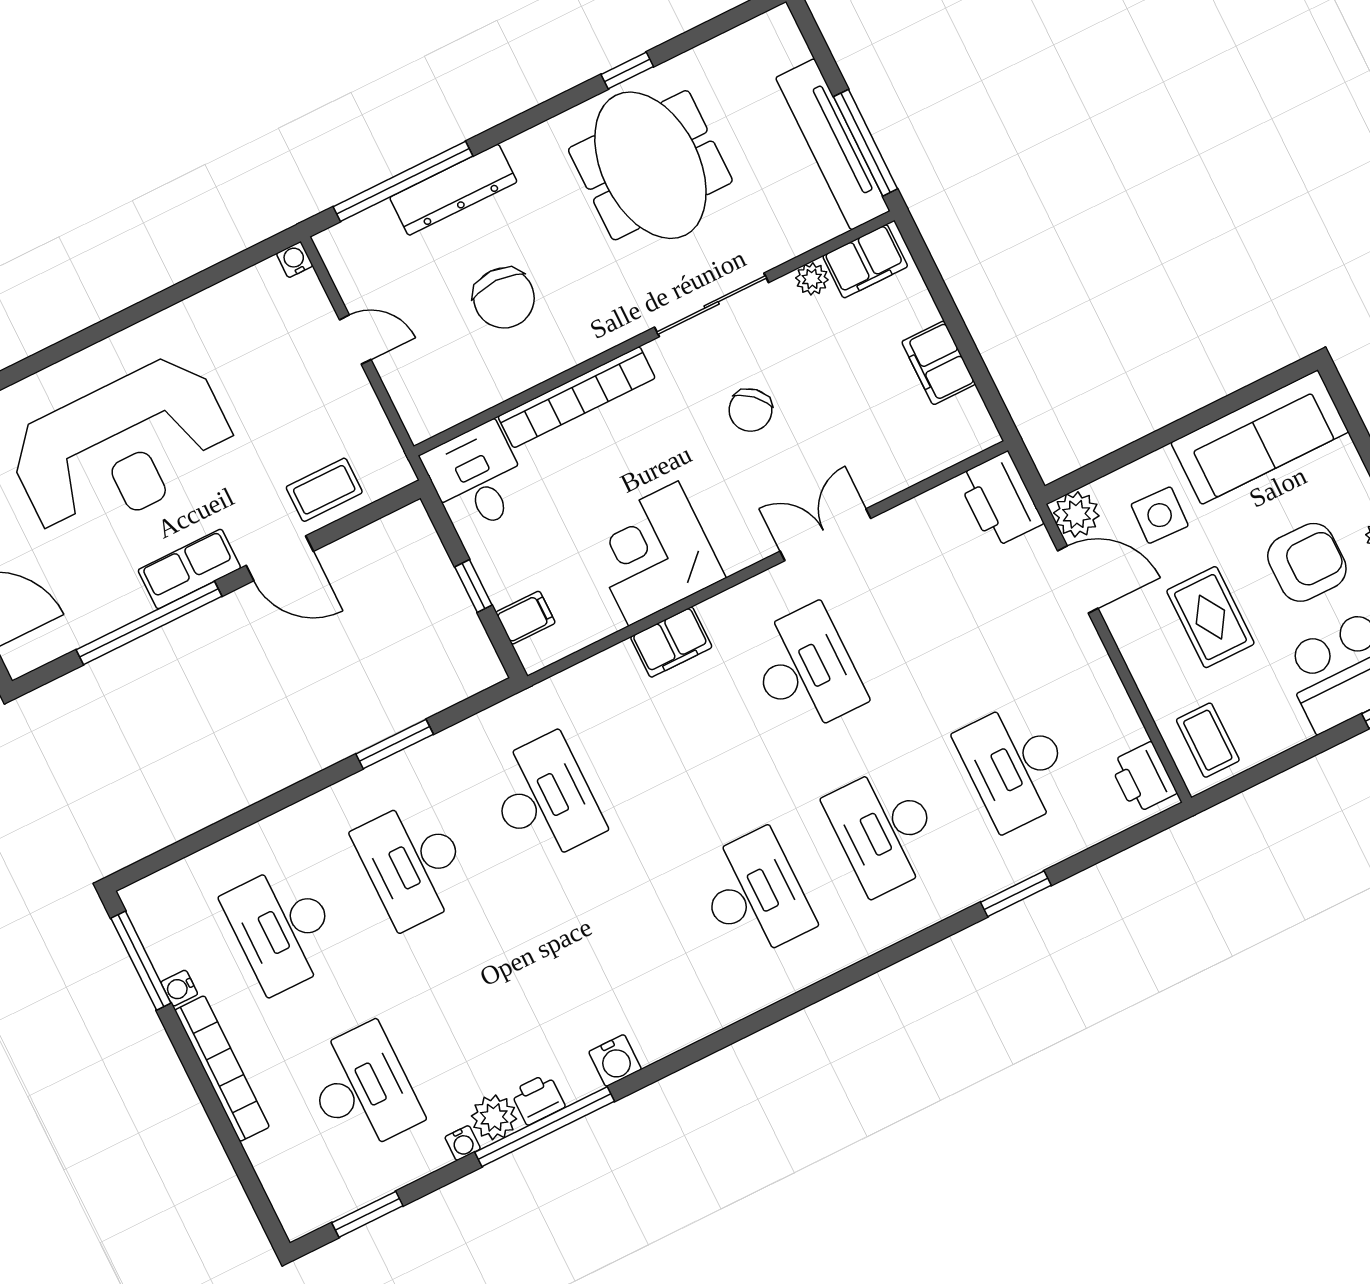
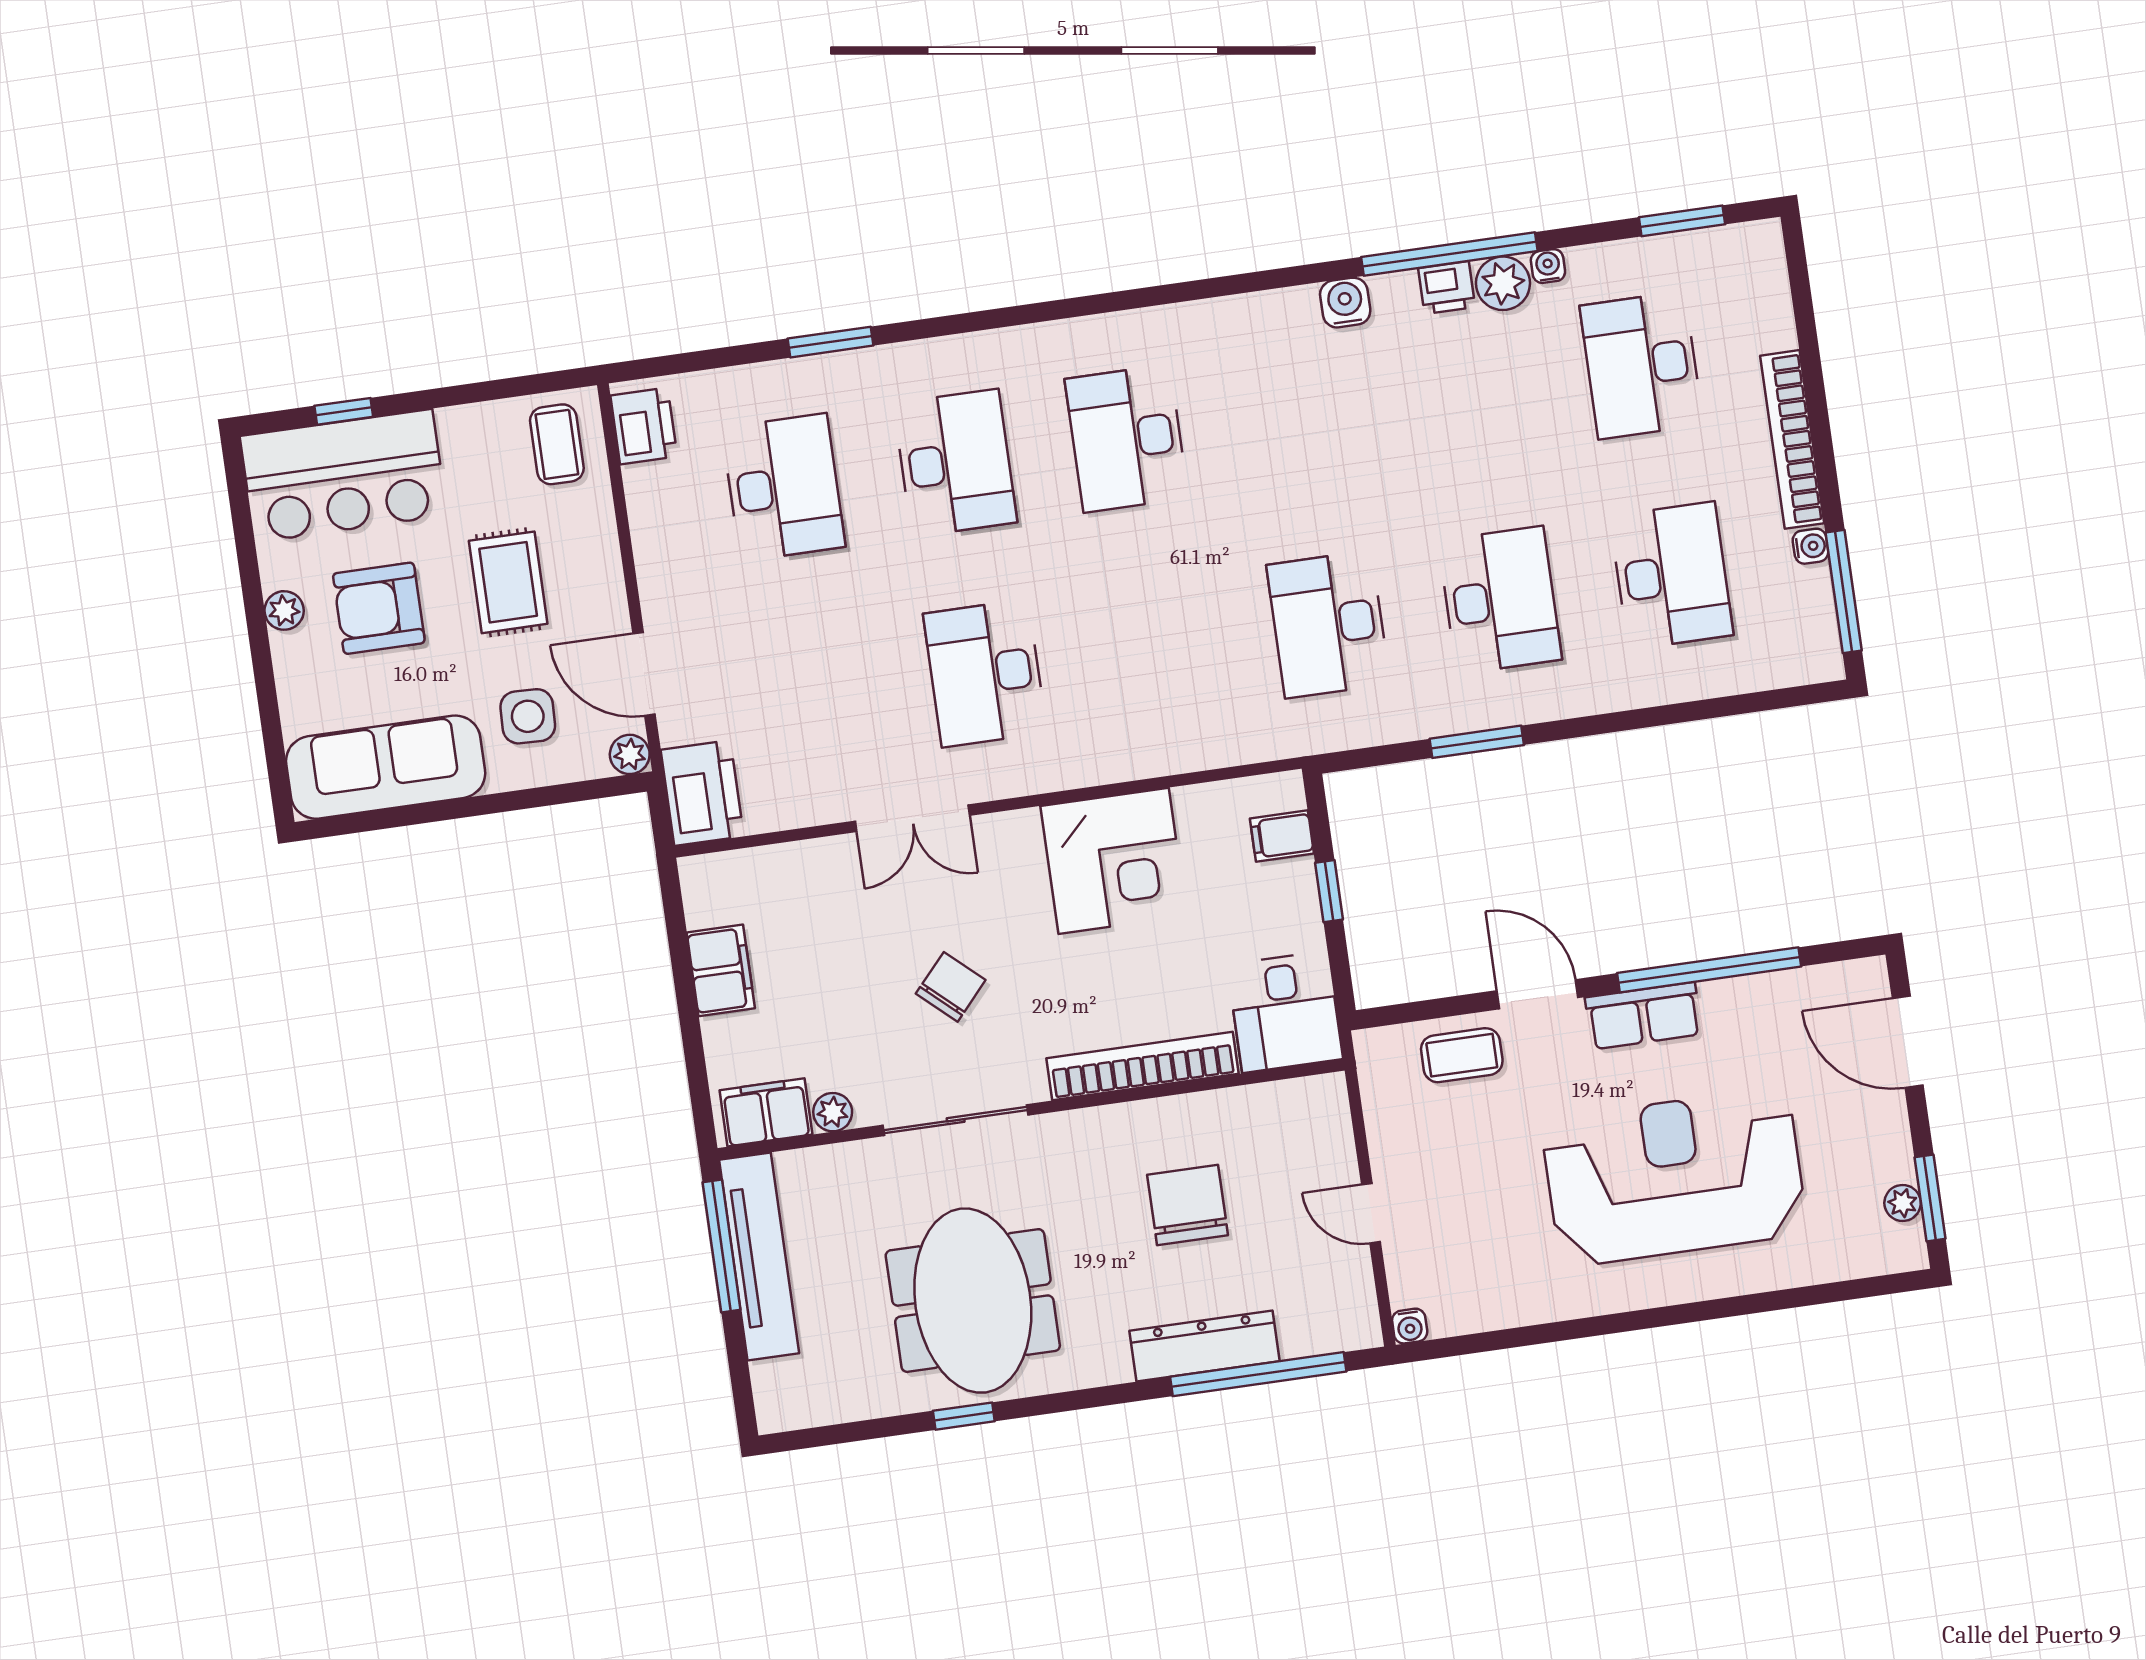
plant: (1076, 514) -> (630, 754), width x0.73, depth x0.73
filing cabinet: (671, 642) -> (1126, 754), removed

